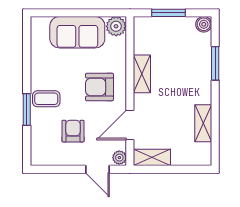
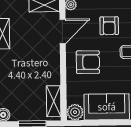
shelving: (142, 74) -> (54, 101), moved

